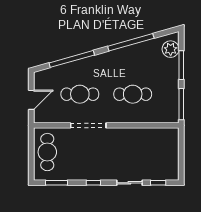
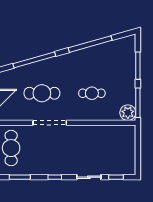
plant: (171, 49) -> (128, 113), moved
cafe table: (133, 94) -> (92, 93), width x0.73, depth x0.74

